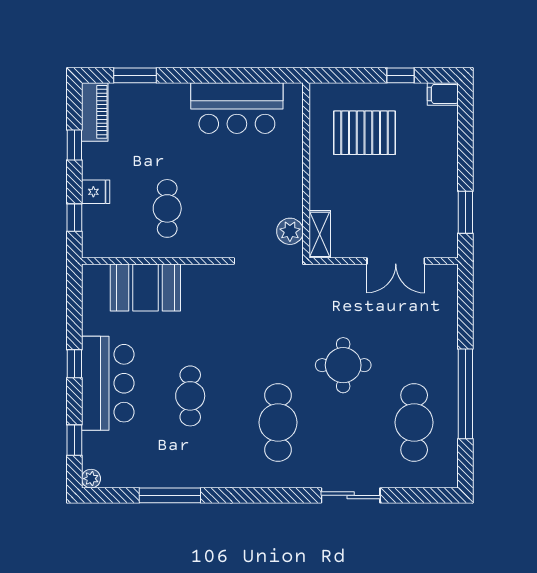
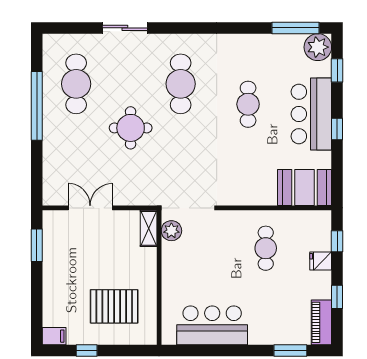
booth: (145, 288) -> (304, 187), moved
plant: (91, 479) -> (318, 47), width x1.88, depth x1.88
window: (170, 495) -> (296, 28), moved

